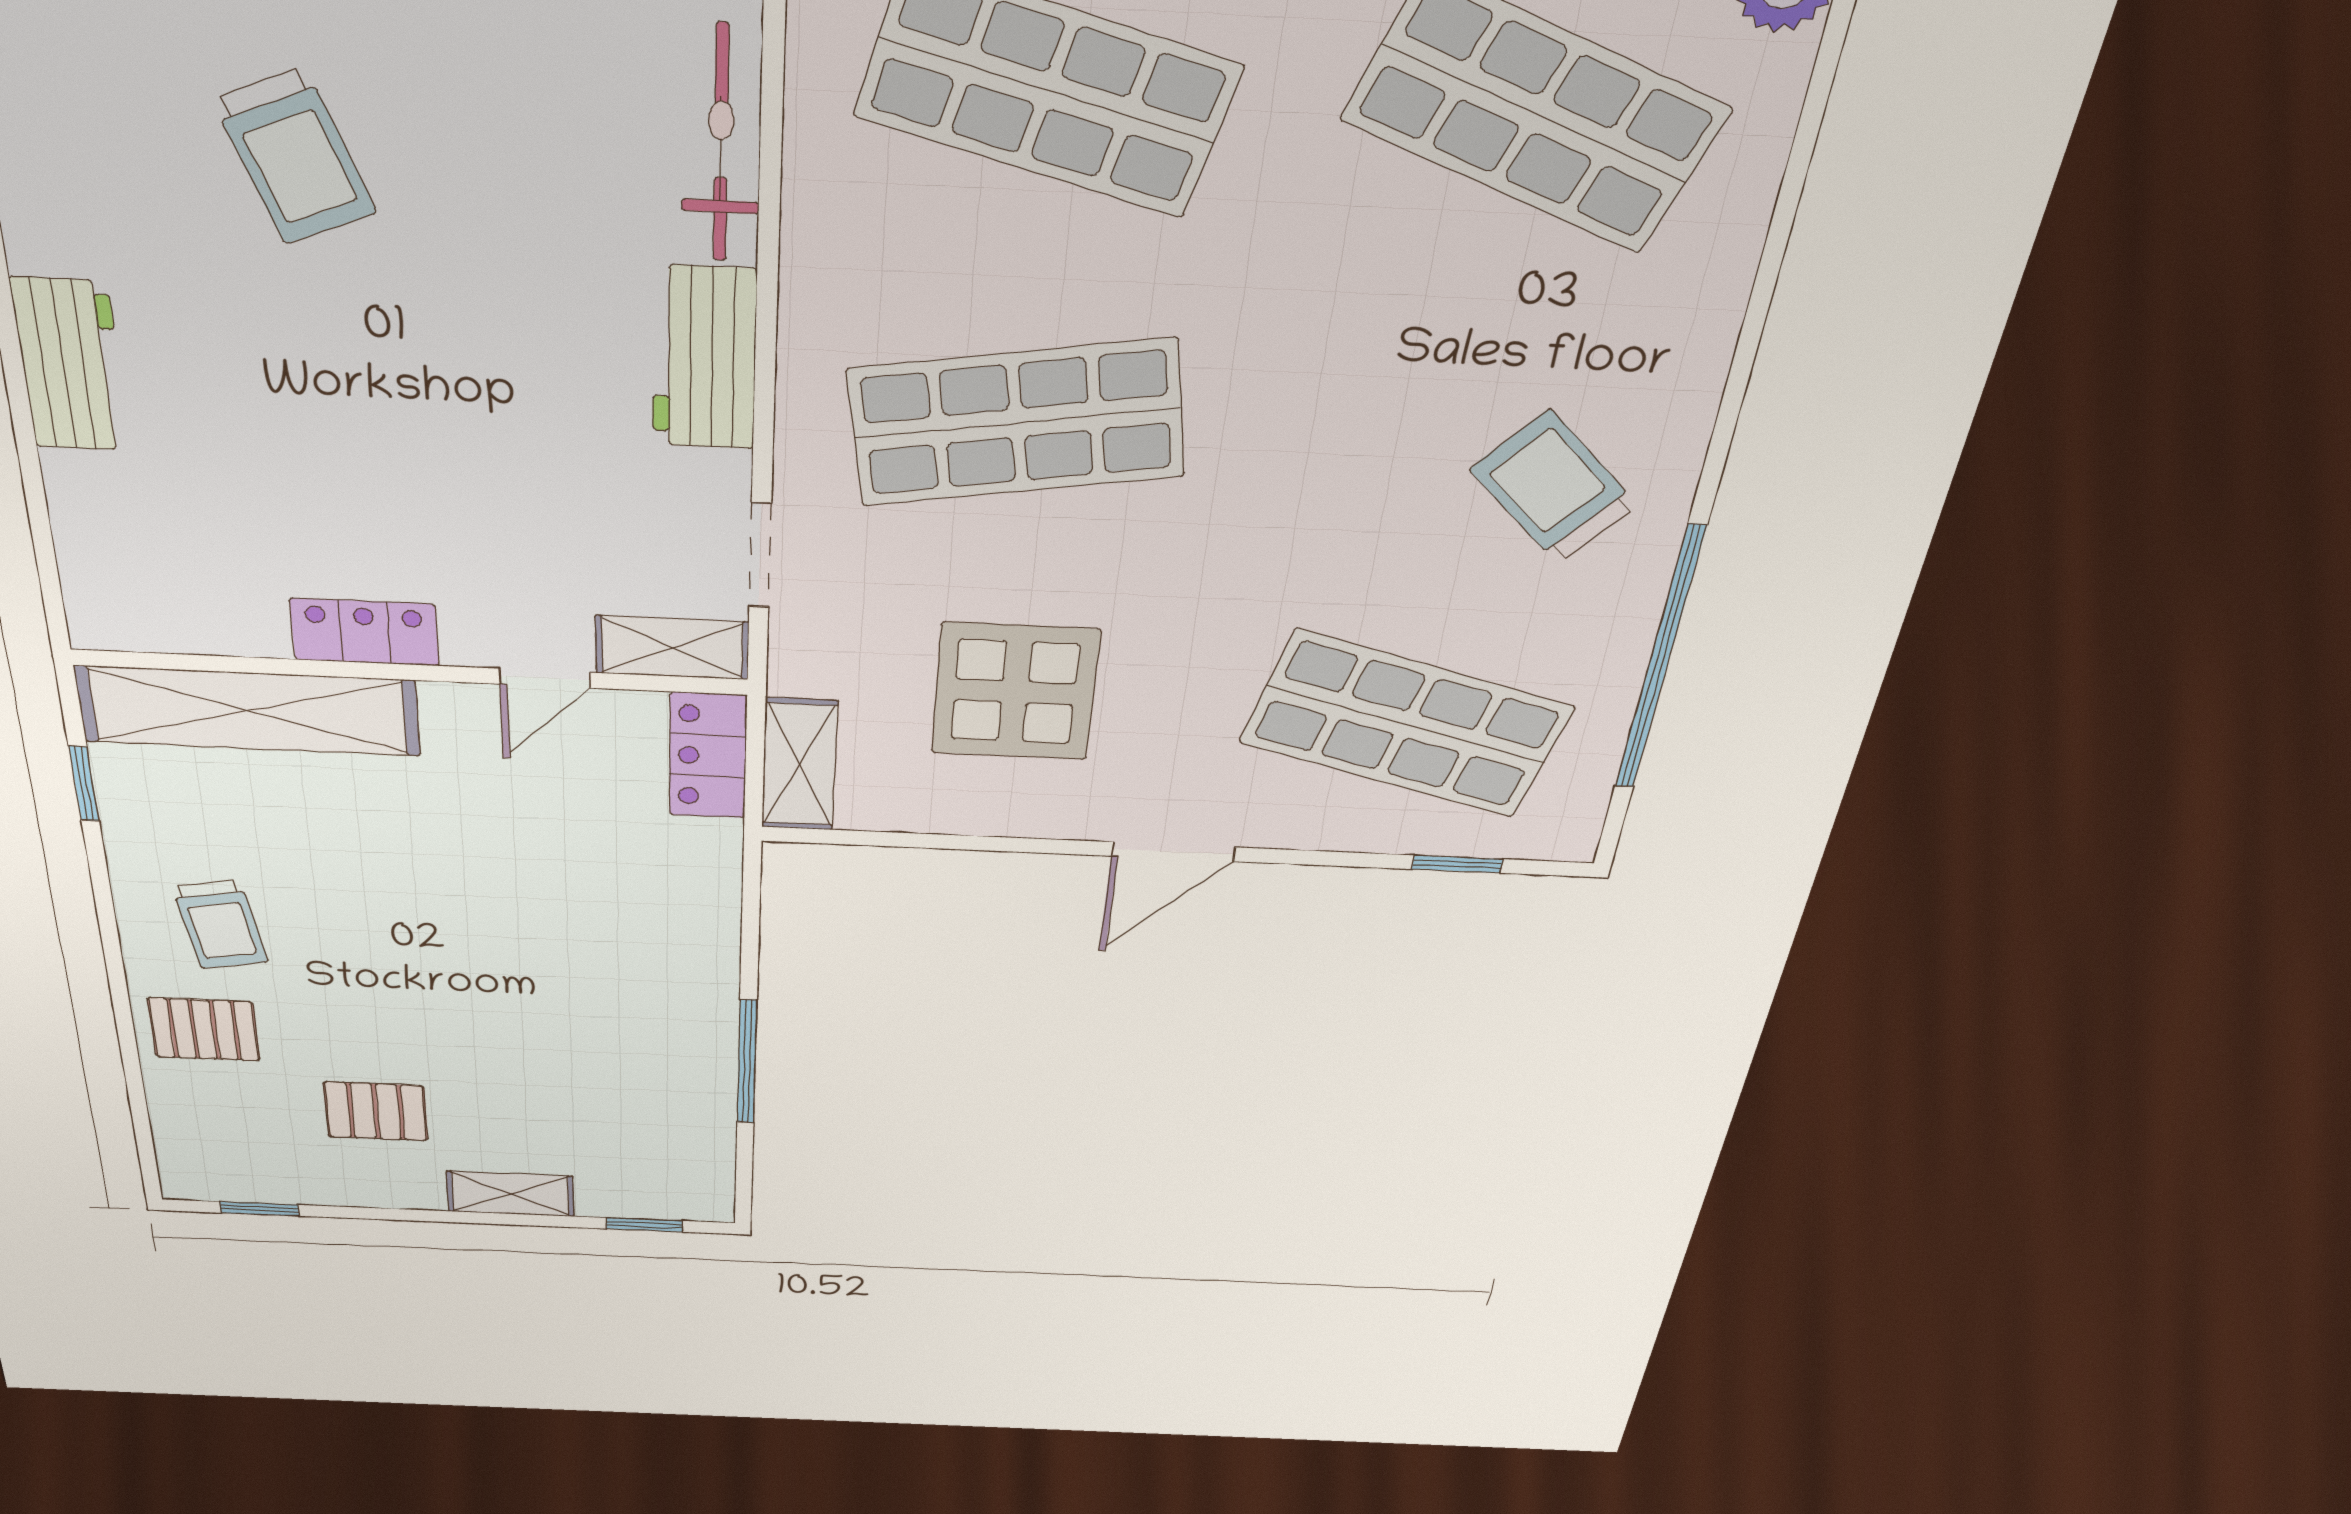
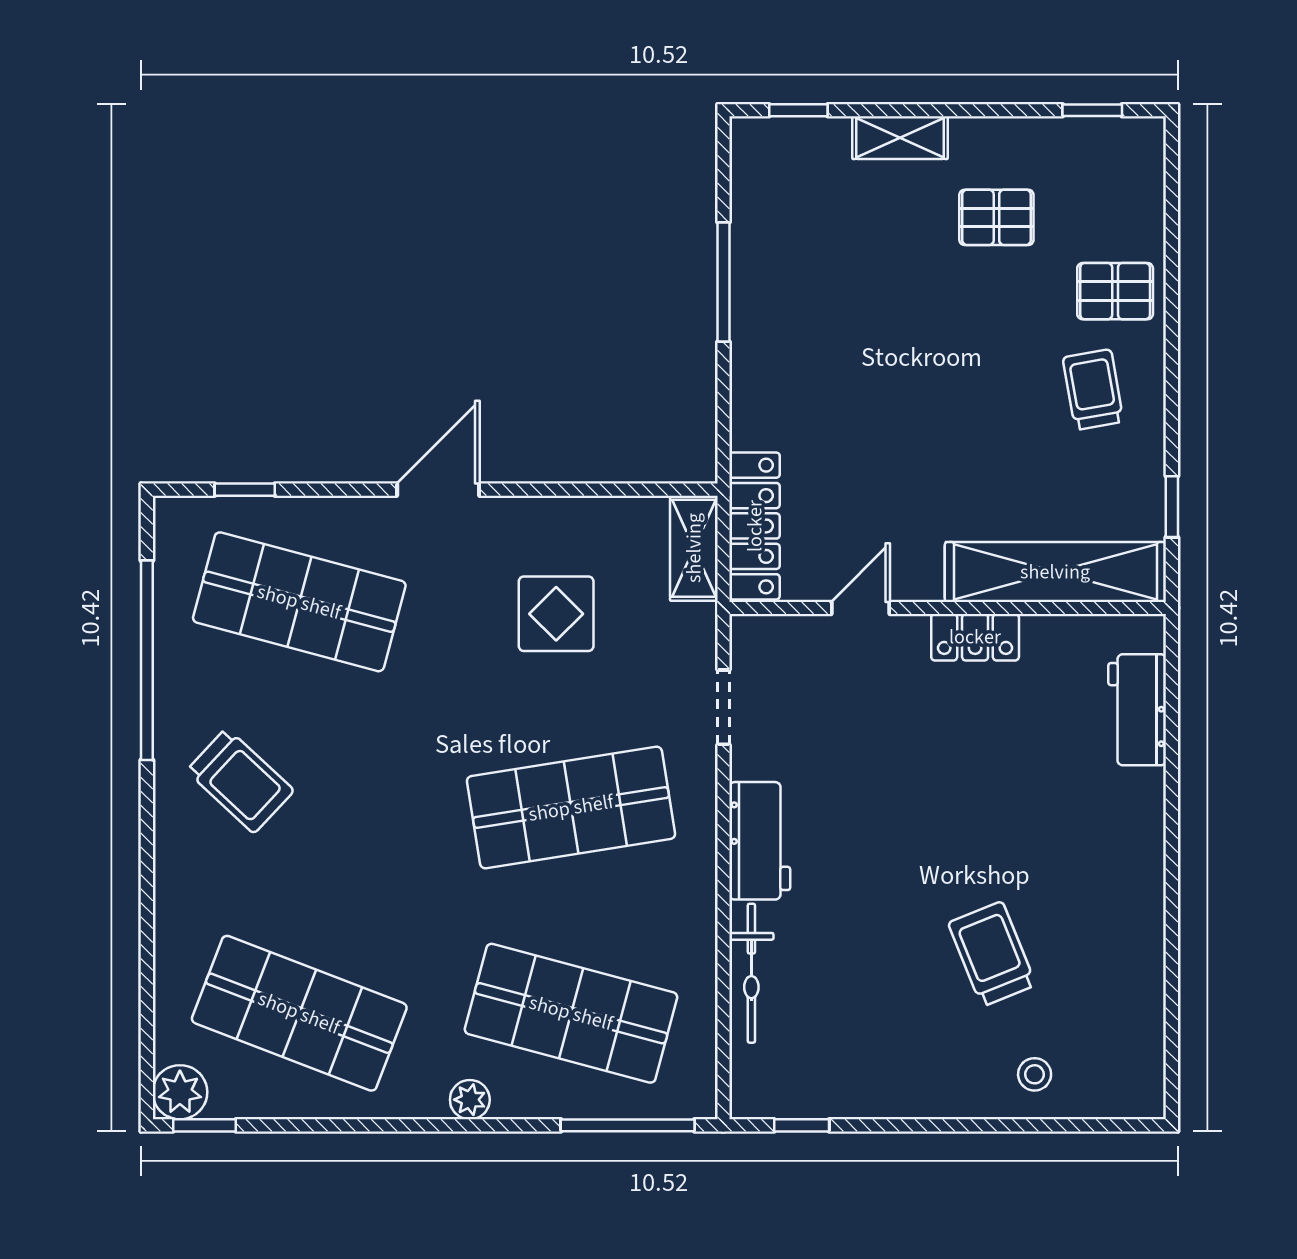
workbench: (71, 365) -> (1137, 710), moved
shelving: (672, 648) -> (778, 636), removed
display table: (1015, 692) -> (556, 614), width x0.73, depth x0.73
locker: (708, 756) -> (755, 526), width x1.53

